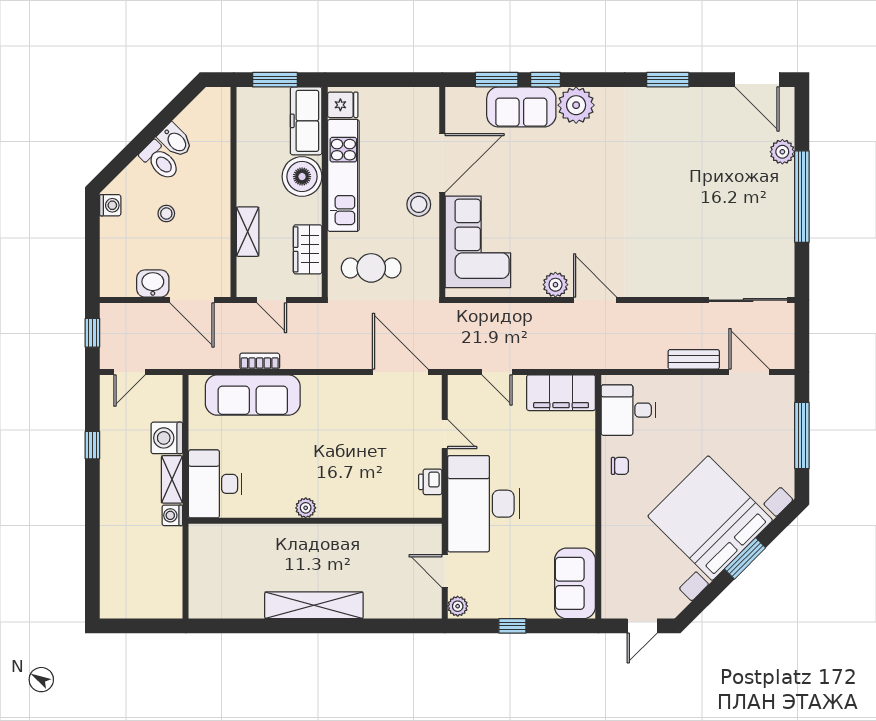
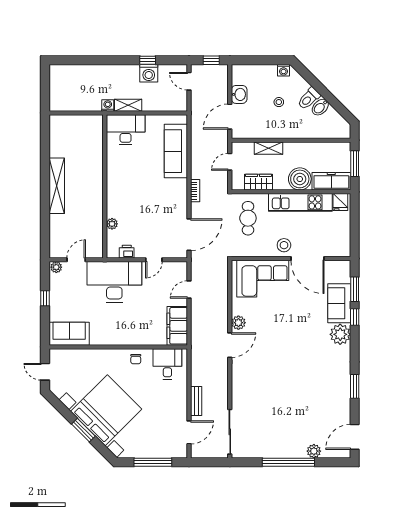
bookcase: (260, 361) -> (195, 191), moved
washing machine: (167, 438) -> (149, 73), moved, turned 180
plant: (306, 508) -> (112, 224), moved

